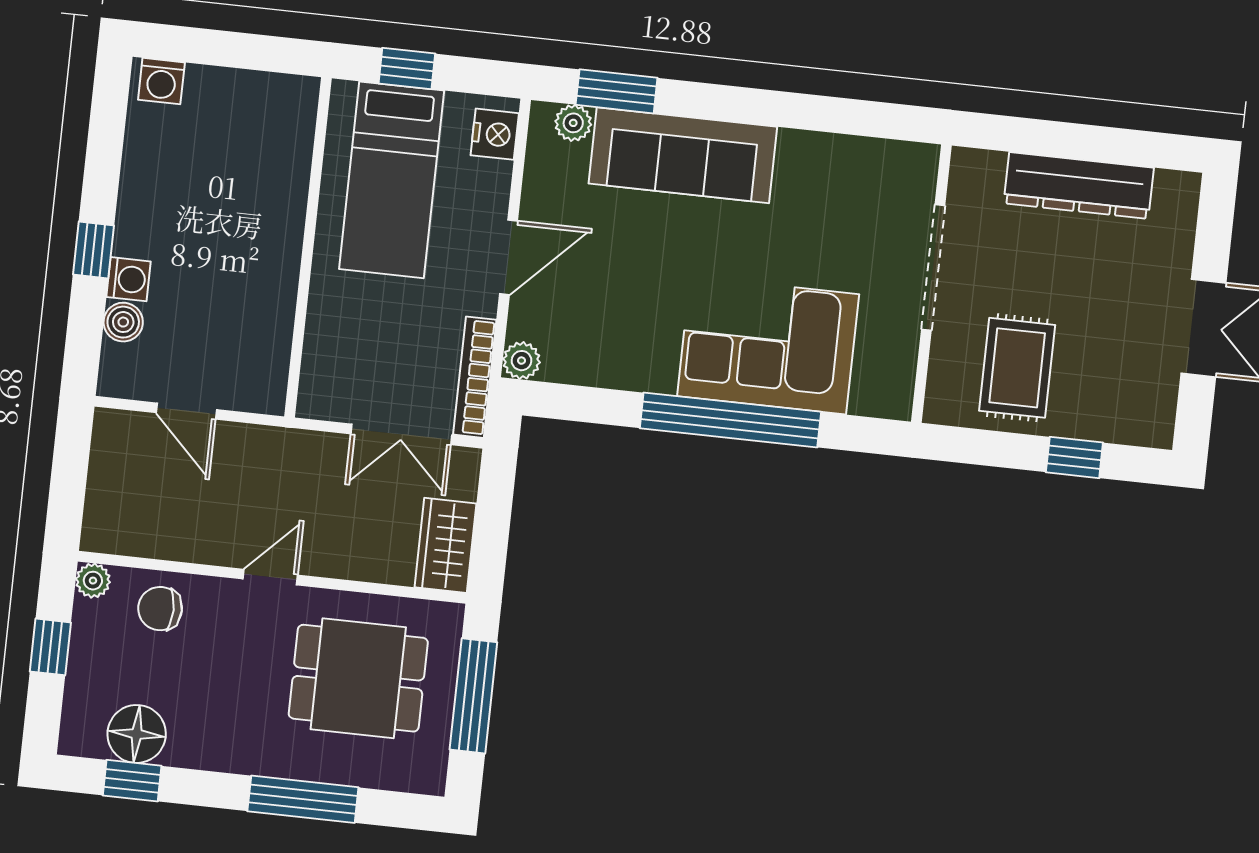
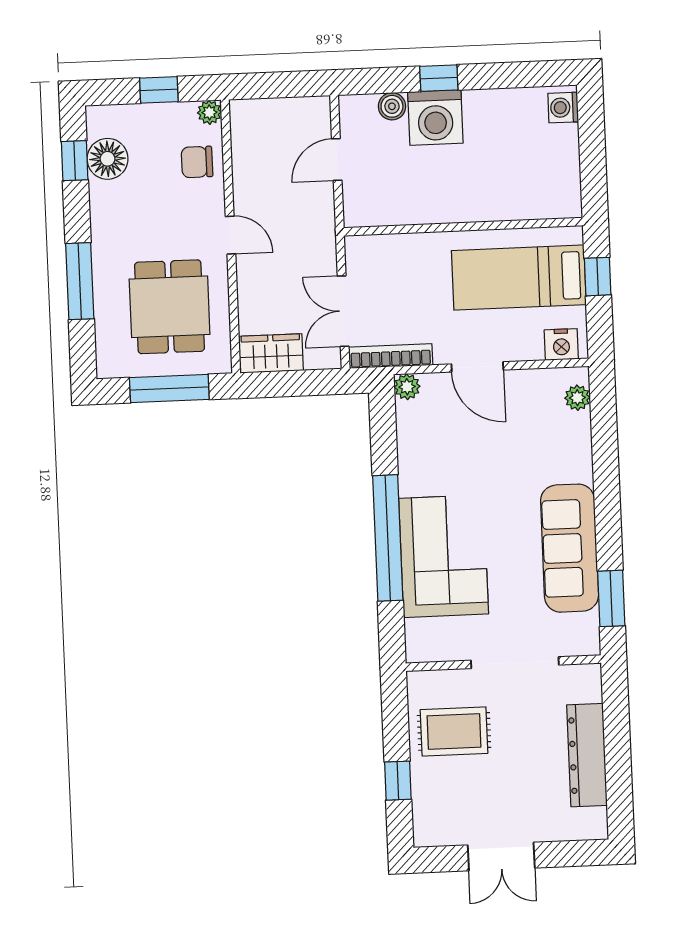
window: (617, 91) -> (611, 598), moved
sofa: (683, 155) -> (570, 548), moved
washing machine: (129, 279) -> (435, 118), width x1.89, depth x1.89
chair: (160, 609) -> (197, 162), turned -90

